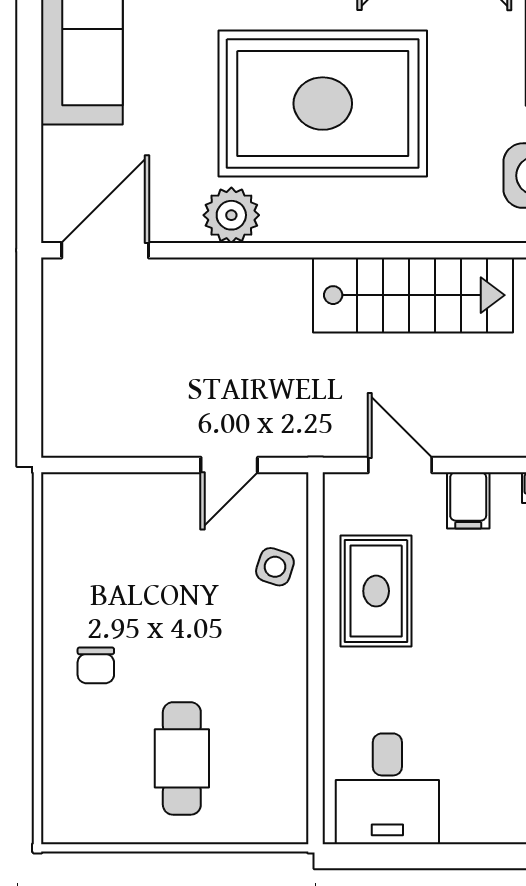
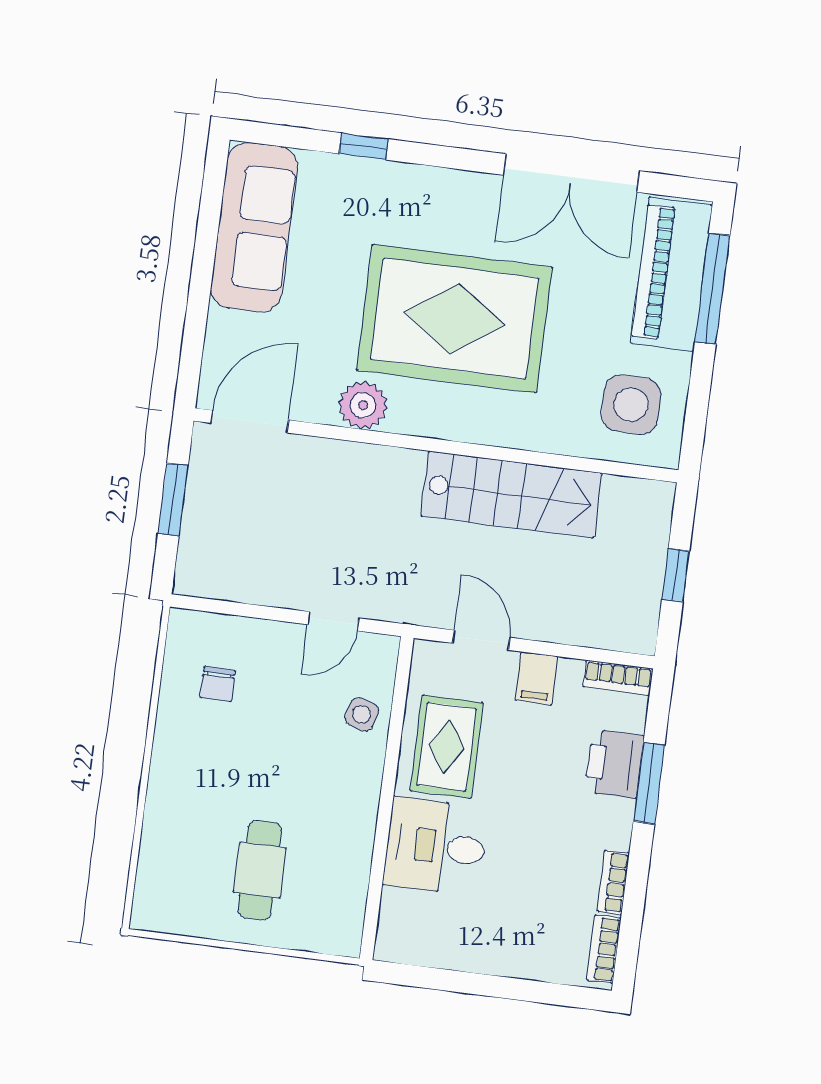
window: (29, 350) -> (173, 500), added
chair: (96, 665) -> (218, 684), moved
desk: (387, 789) -> (436, 846), moved, turned 90

